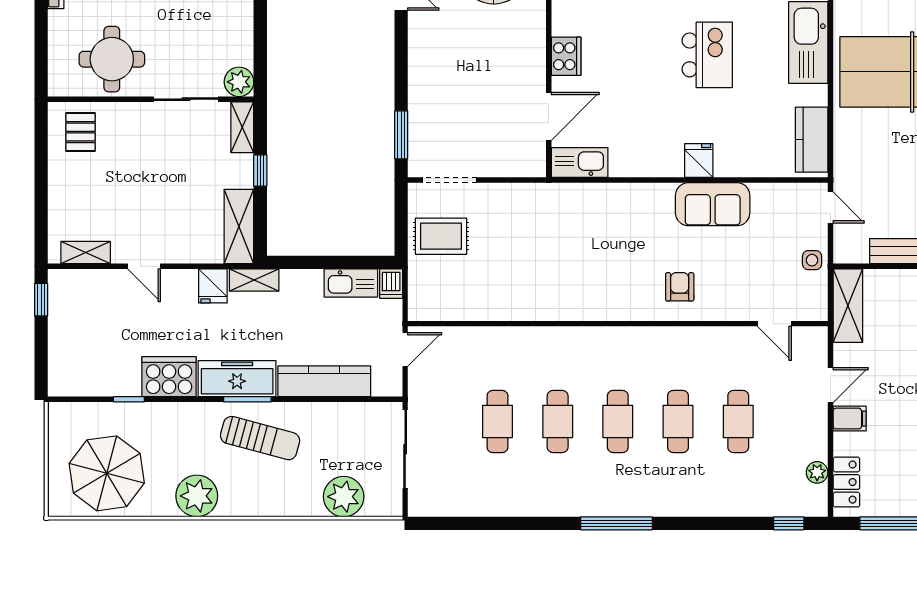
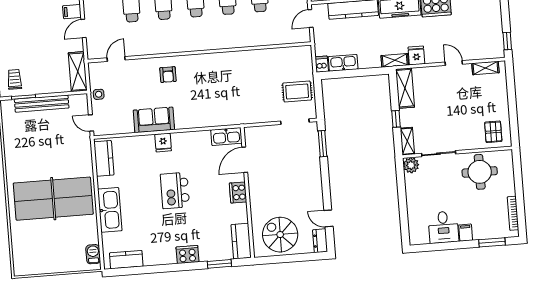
kitchen island: (707, 55) -> (175, 191), moved
door: (774, 324) -> (116, 59), hinge flipped
door: (405, 349) -> (311, 19), moved

